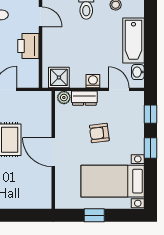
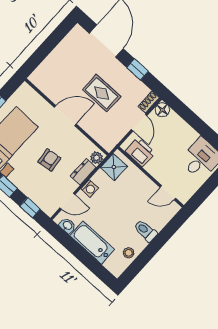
printer: (28, 46) -> (140, 152), moved

